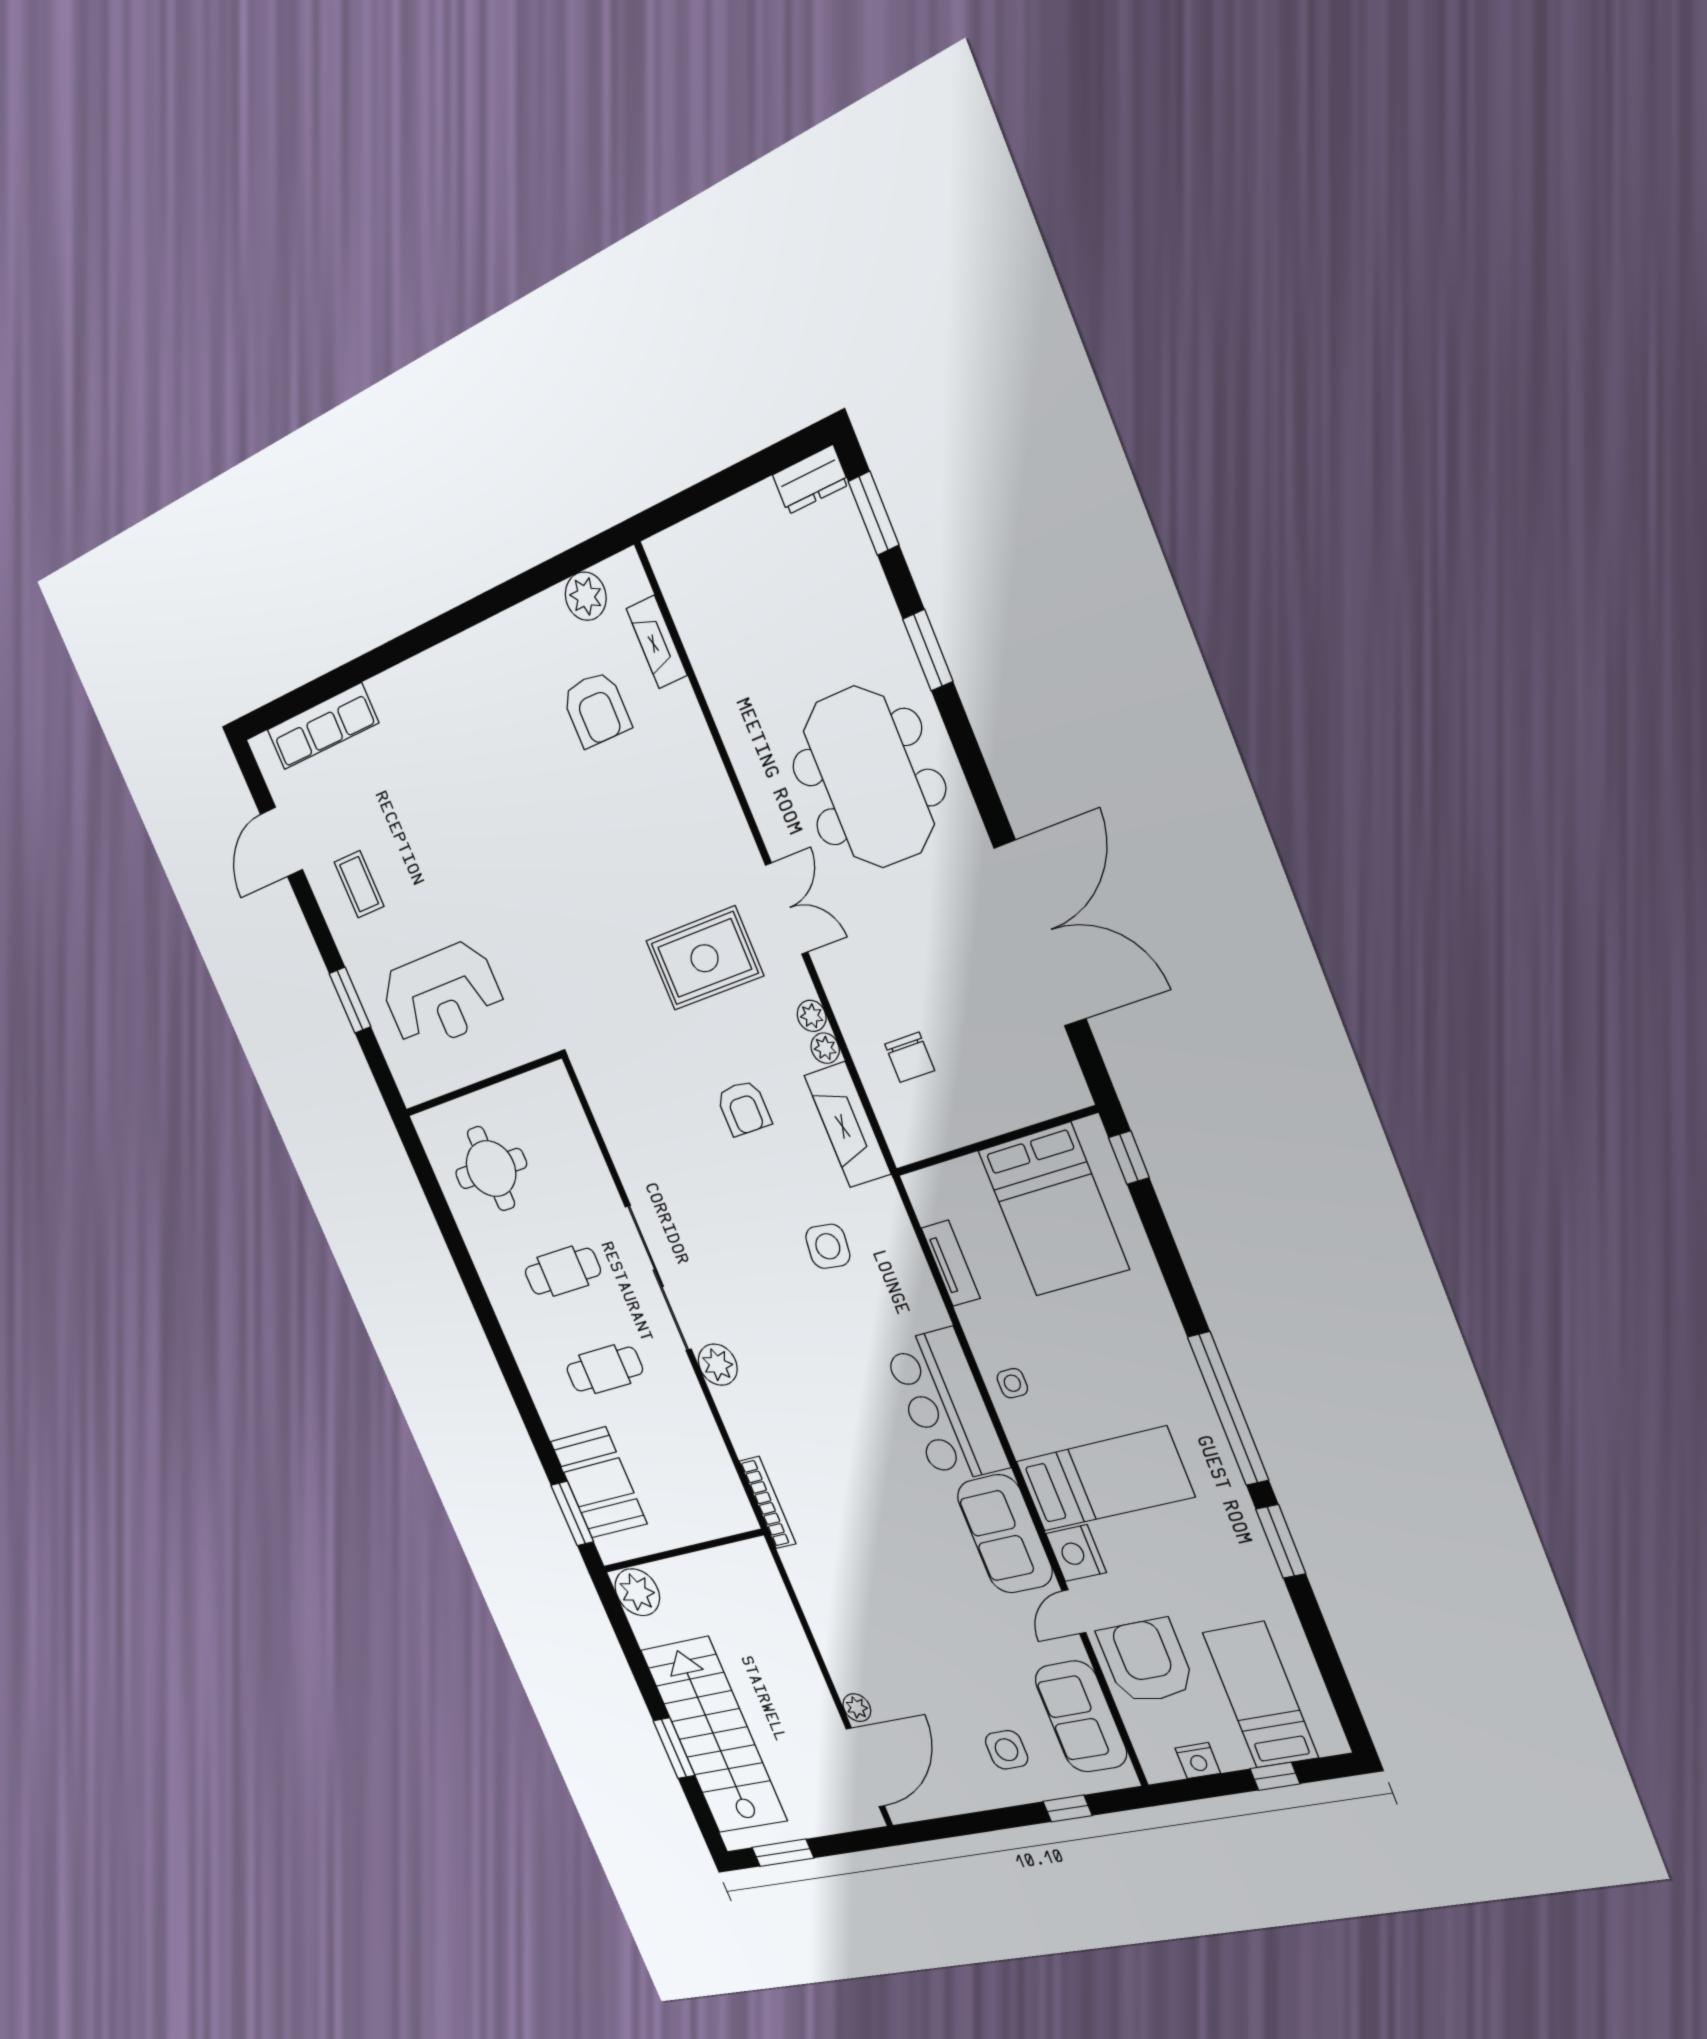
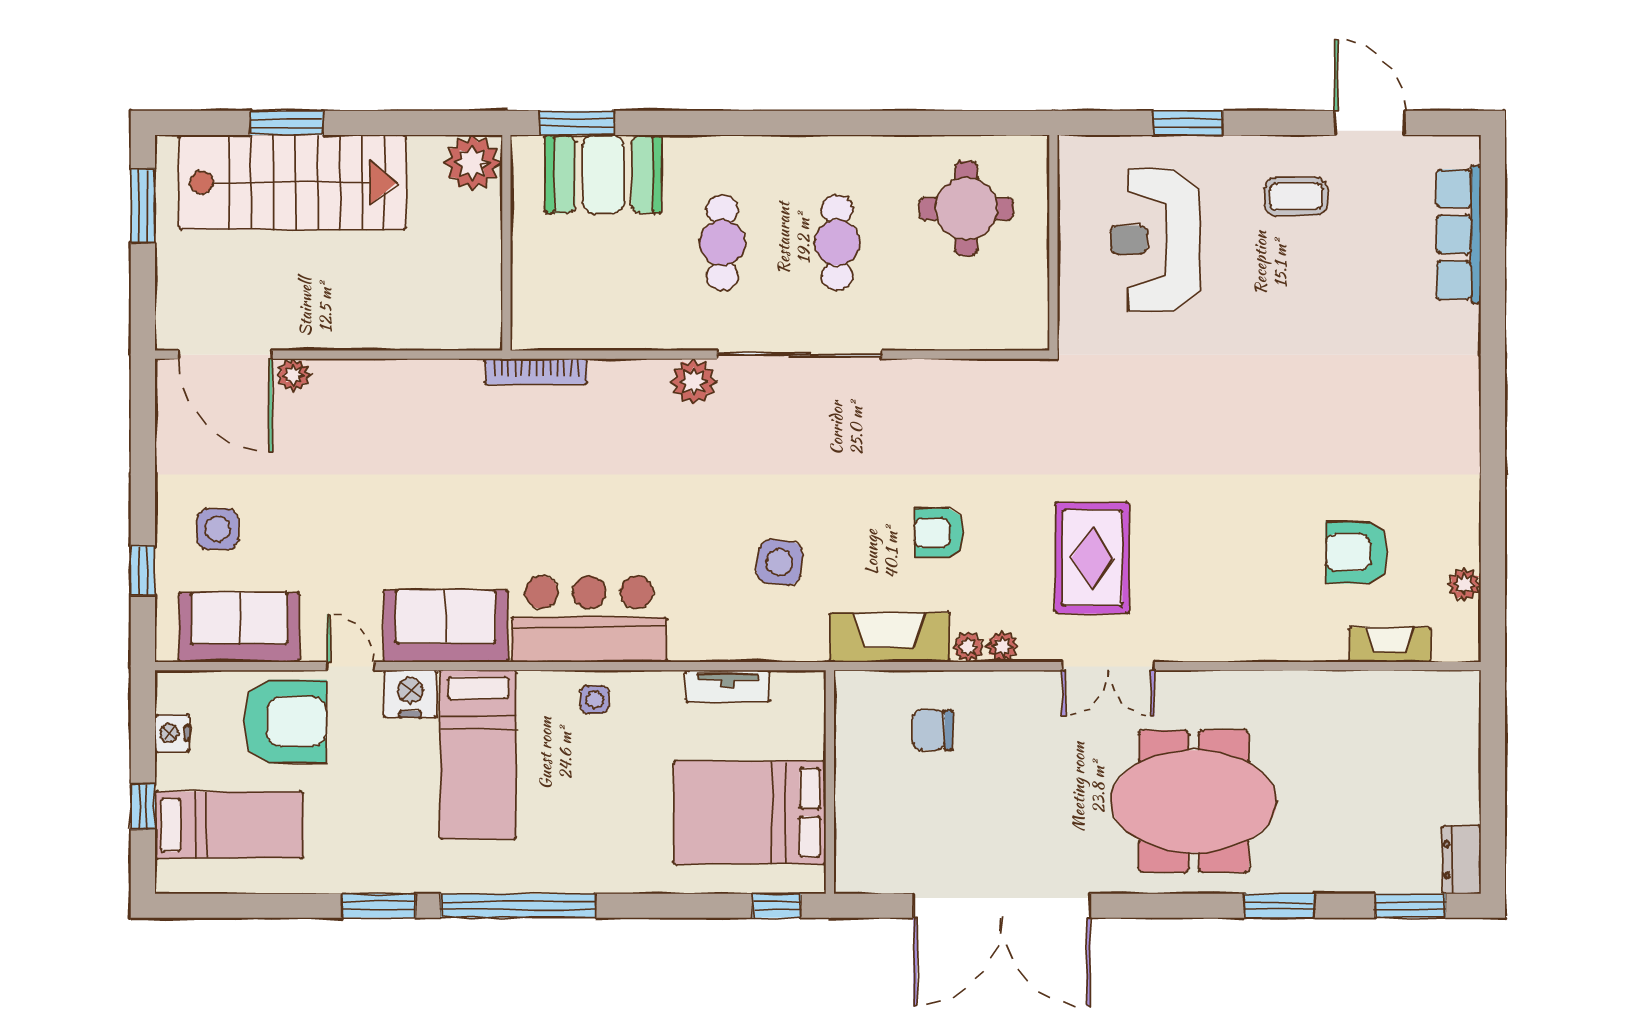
plant: (586, 596) -> (1464, 584), width x0.73, depth x0.73

